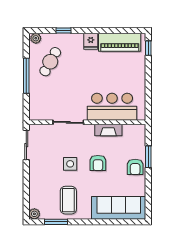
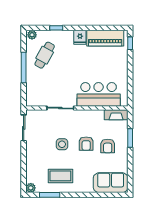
fireplace: (108, 130) -> (116, 115), moved
armchair: (135, 167) -> (108, 146), moved
coffee table: (68, 200) -> (60, 176), turned 90
sofa: (119, 208) -> (111, 183), width x0.73

